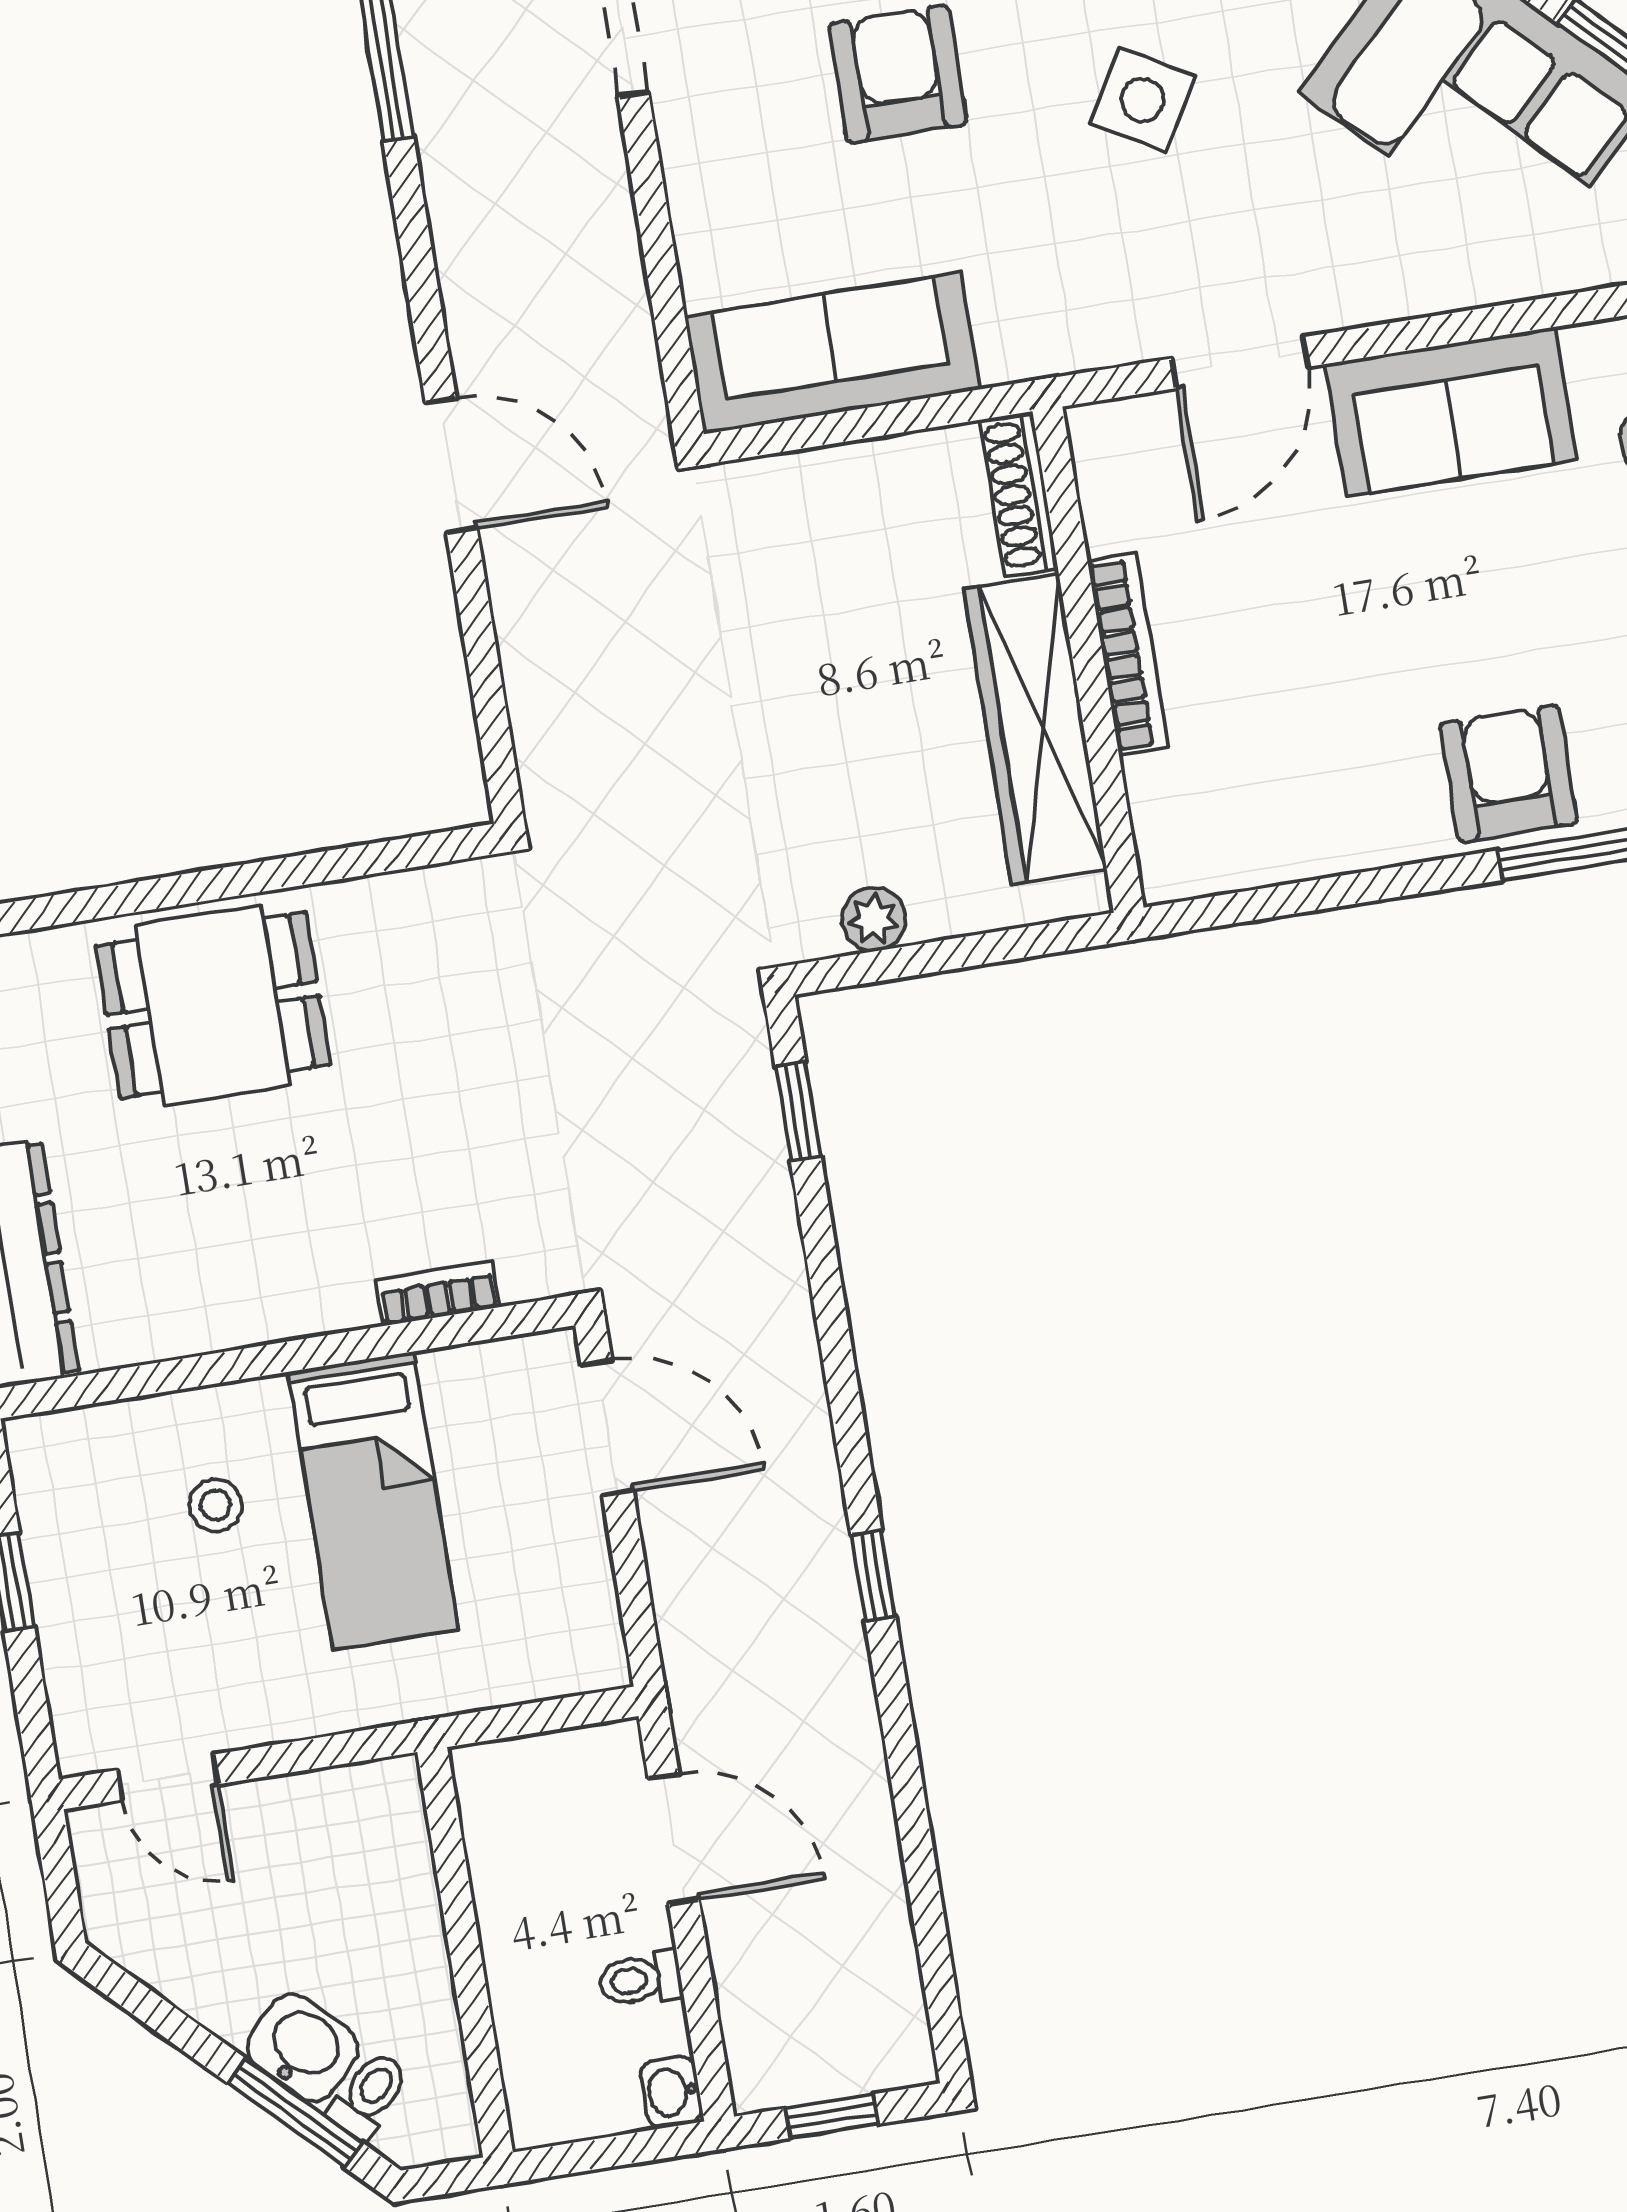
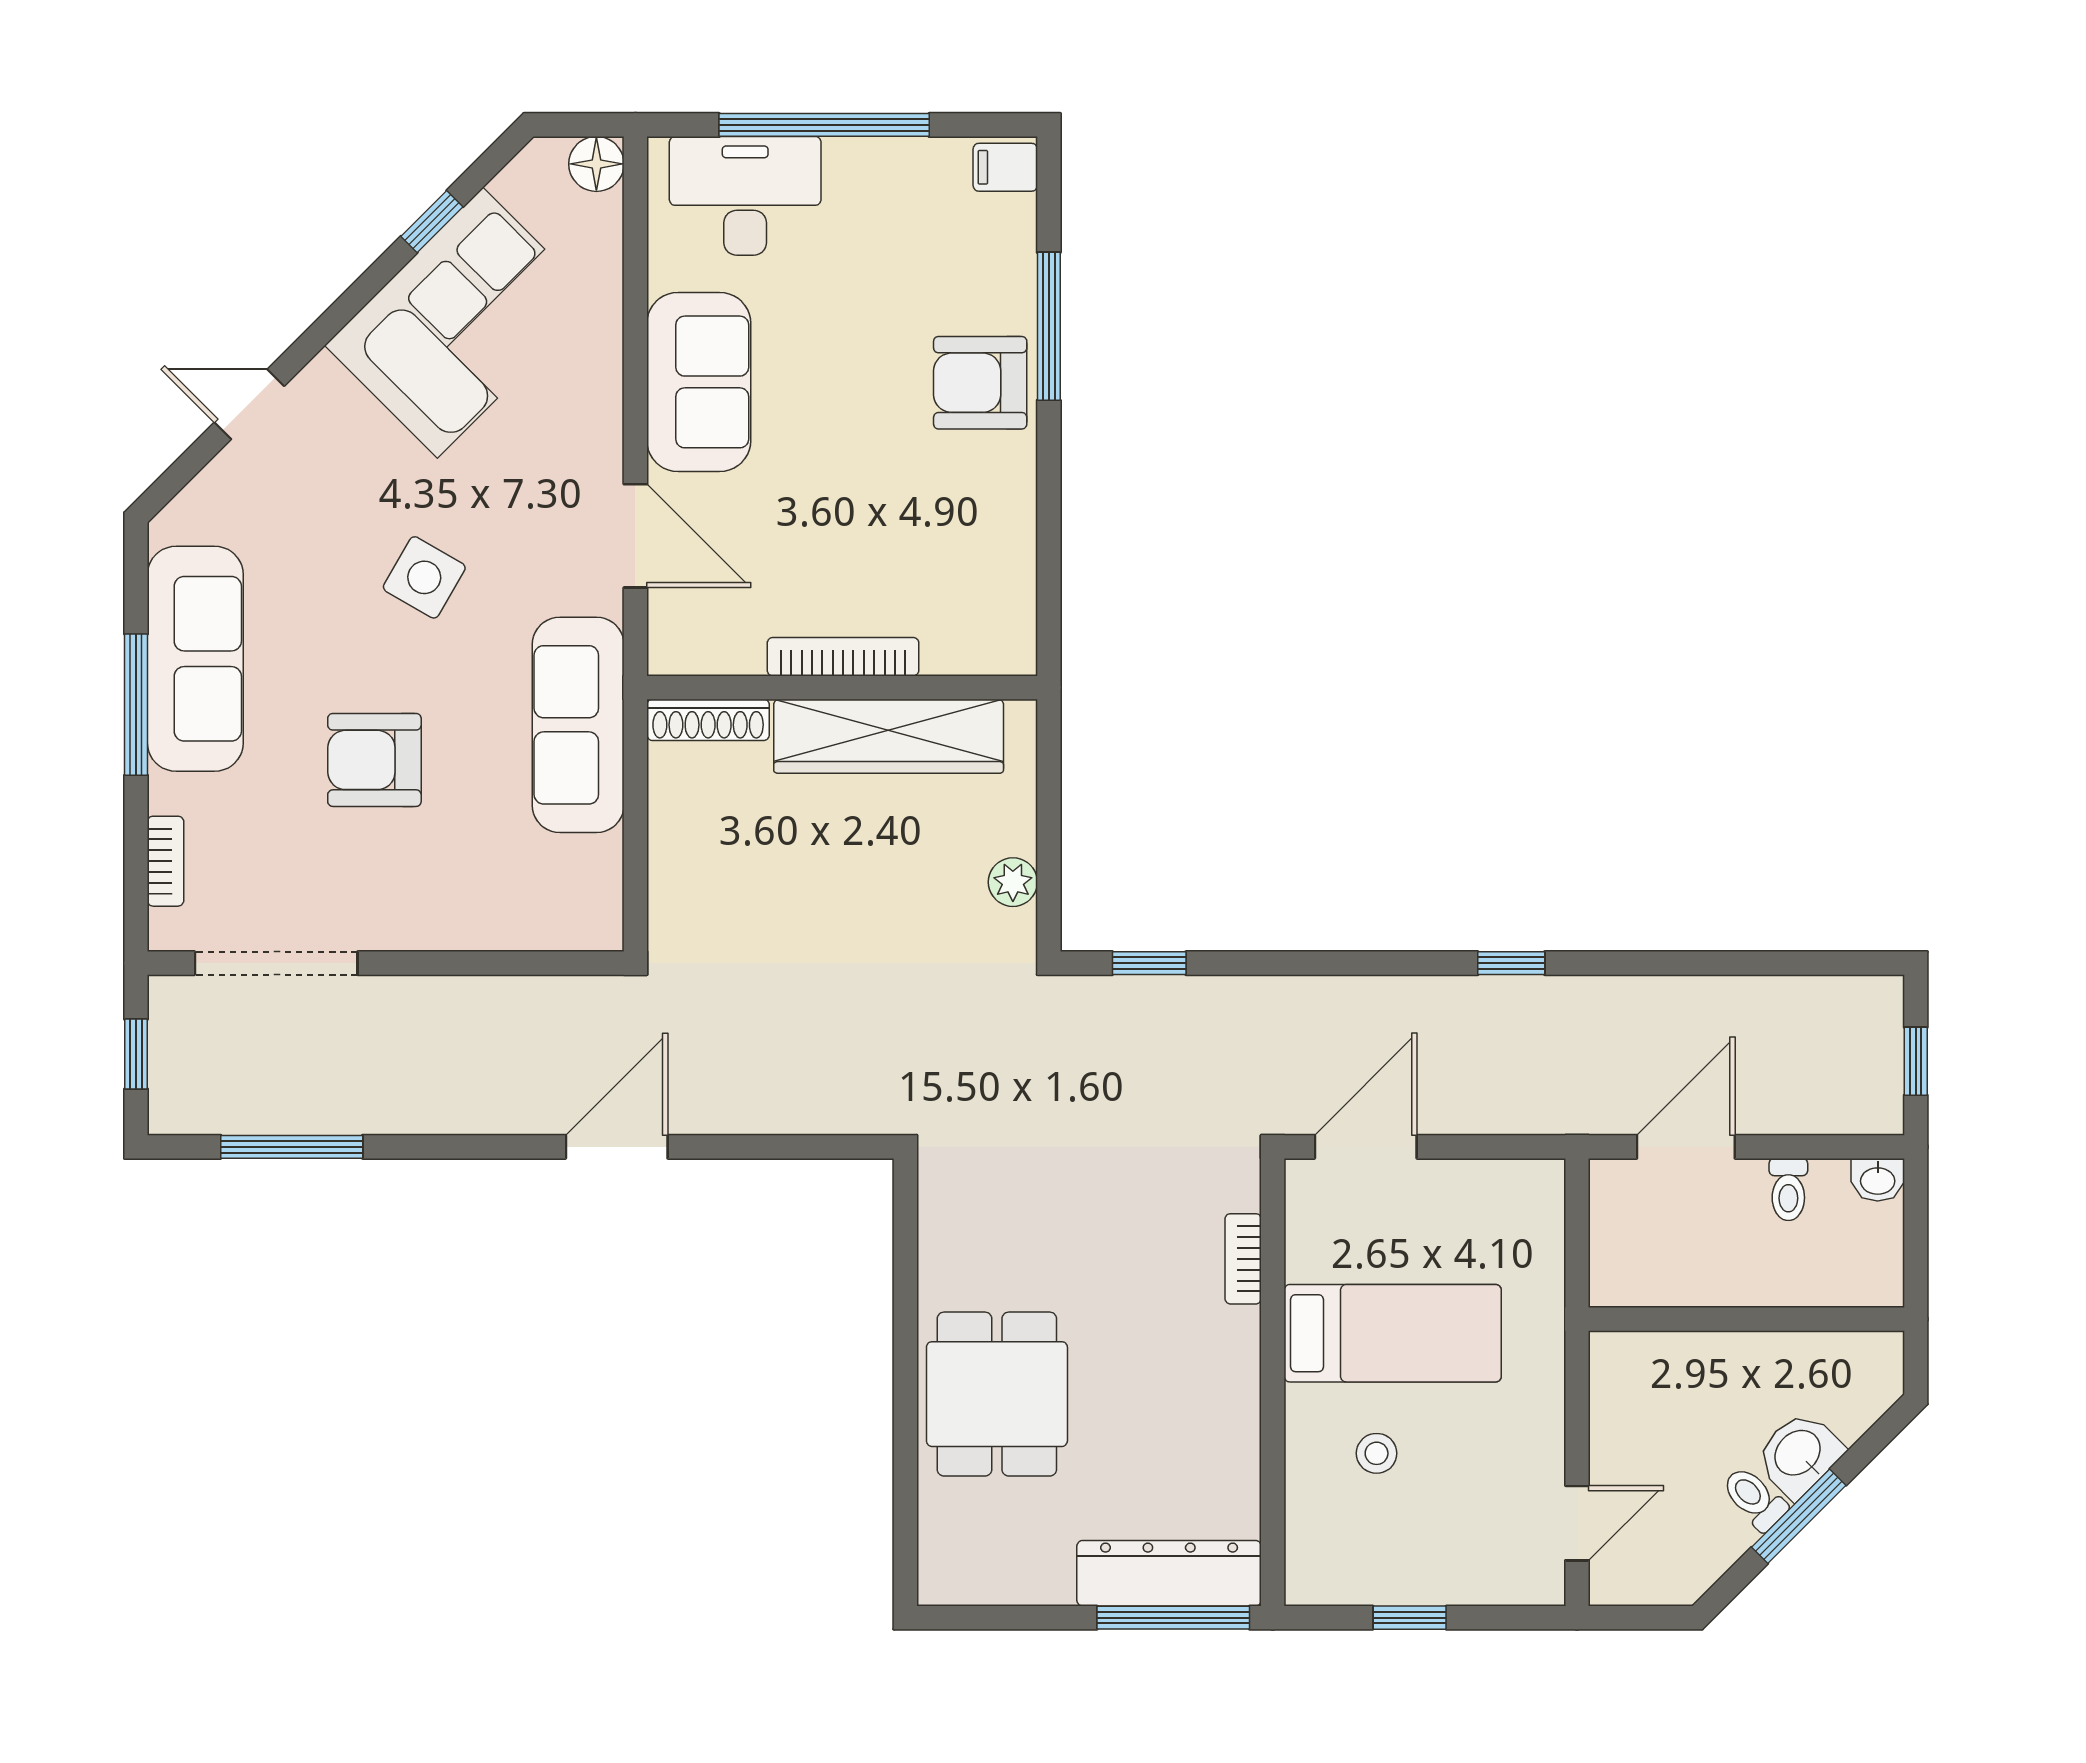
sofa: (832, 353) -> (578, 725), moved
toilet: (369, 2095) -> (1754, 1498), moved
window: (295, 2112) -> (1799, 1516), moved

